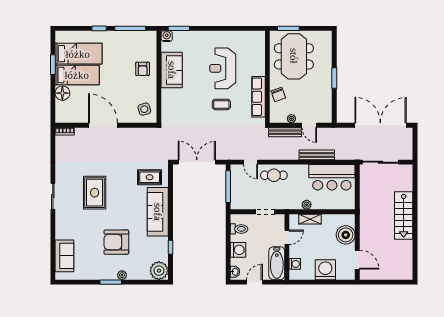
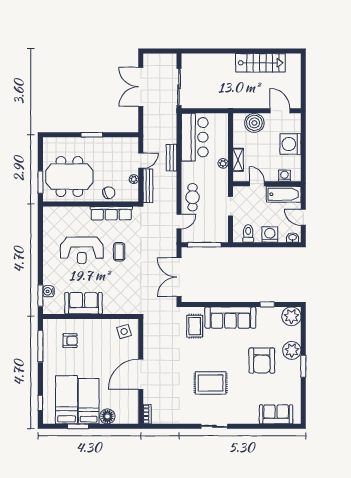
window: (99, 28) -> (40, 403), moved
water cooler: (167, 36) -> (48, 291), moved
armchair: (143, 69) -> (70, 341), moved
double door: (380, 125) -> (141, 87), width x0.73
bench: (317, 155) -> (172, 158), width x0.73
stairs: (404, 216) -> (260, 63), moved
door: (357, 260) -> (280, 111), hinge flipped
plant: (122, 275) -> (292, 350), width x1.88, depth x1.88

